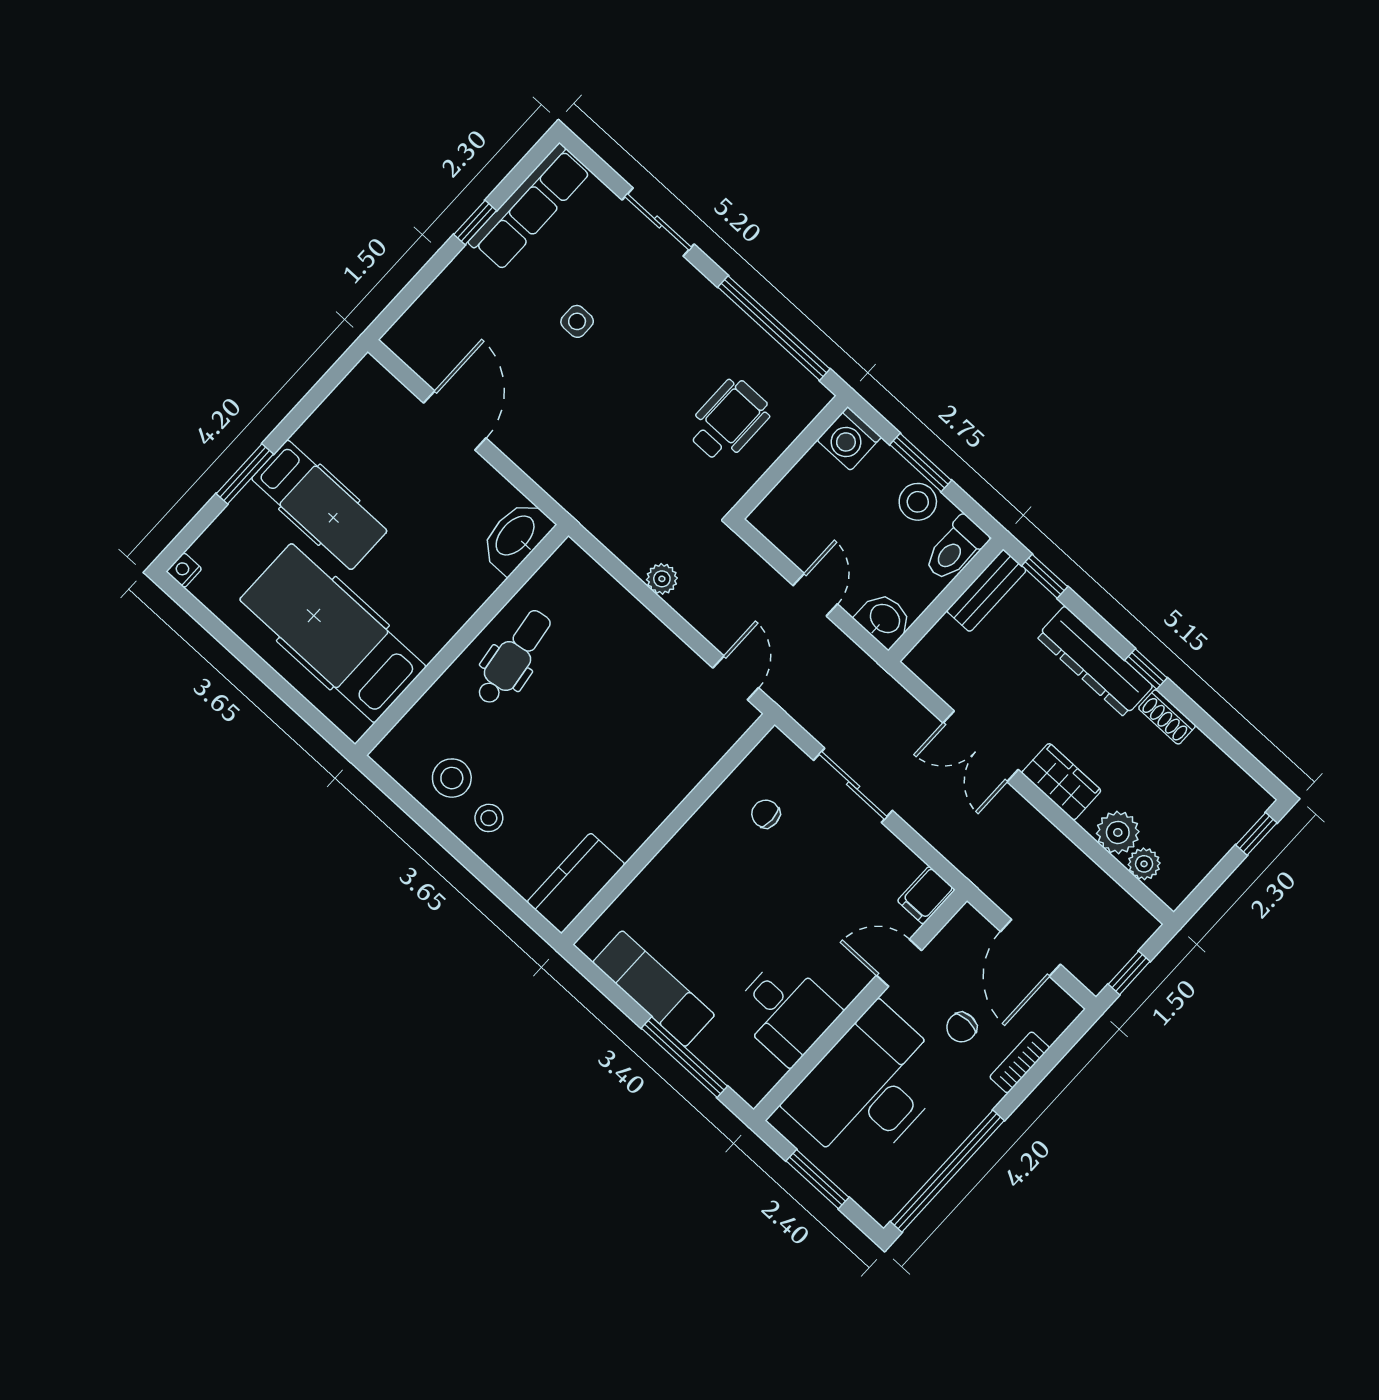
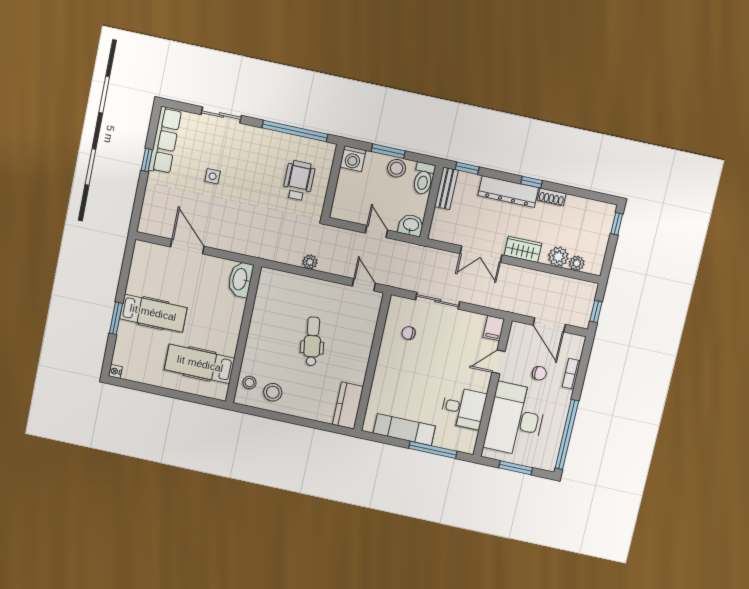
hospital bed: (333, 633) -> (200, 364), width x0.73, depth x0.78
dental chair: (513, 657) -> (312, 341), moved
stool: (489, 818) -> (249, 383), moved
chair: (962, 1027) -> (539, 373), turned -90

